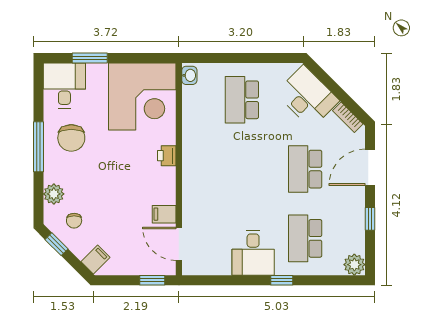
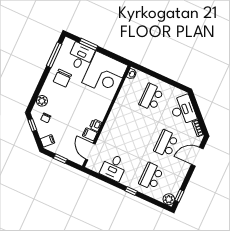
desk: (64, 85) -> (81, 57), moved
window: (39, 147) -> (54, 55), moved
printer: (167, 156) -> (95, 125), moved
window: (370, 219) -> (179, 196), moved
desk: (253, 253) -> (114, 167), moved
window: (152, 280) -> (60, 159), moved

